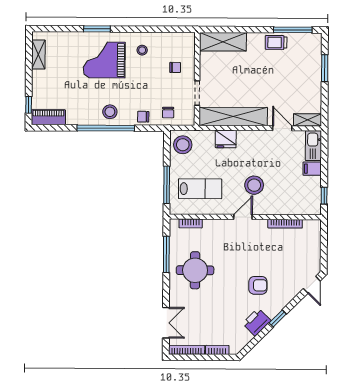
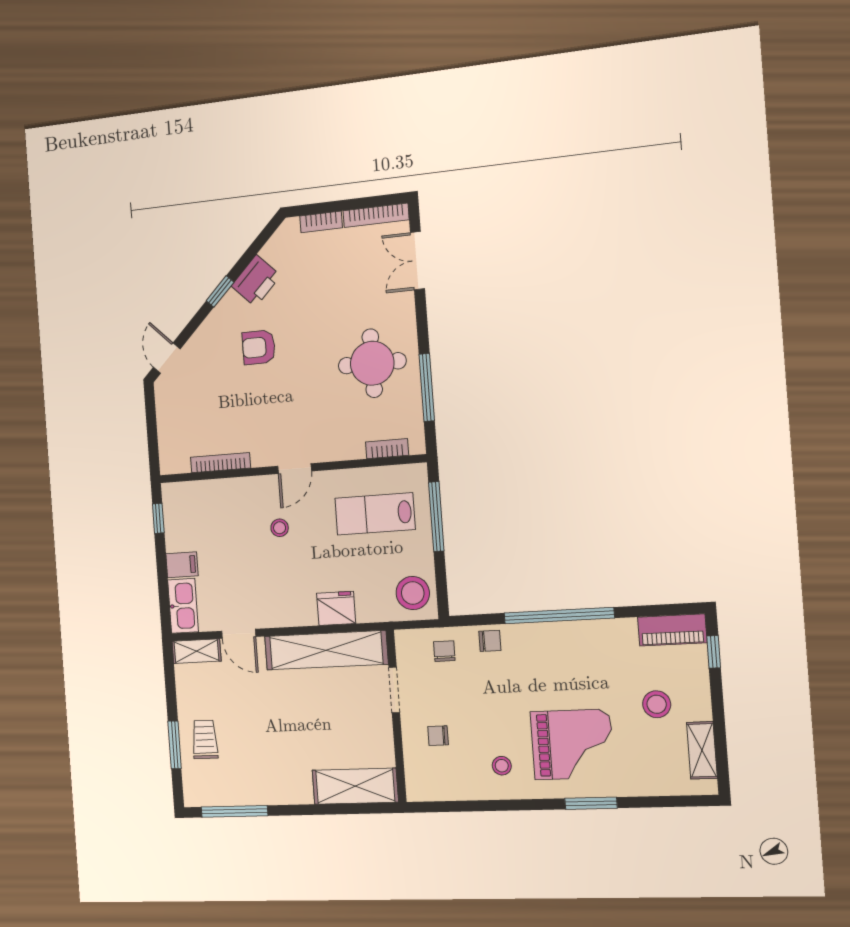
trolley: (276, 43) -> (205, 739), moved, turned -90
stool: (110, 112) -> (657, 704), moved
stool: (254, 185) -> (280, 528), width x0.53, depth x0.53

